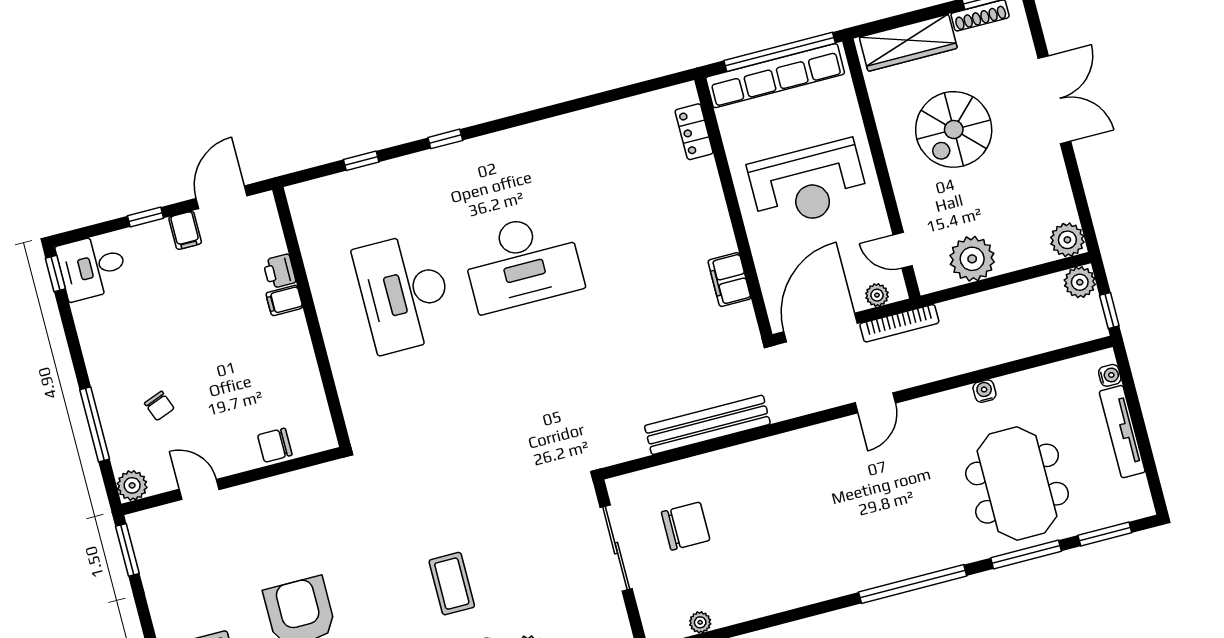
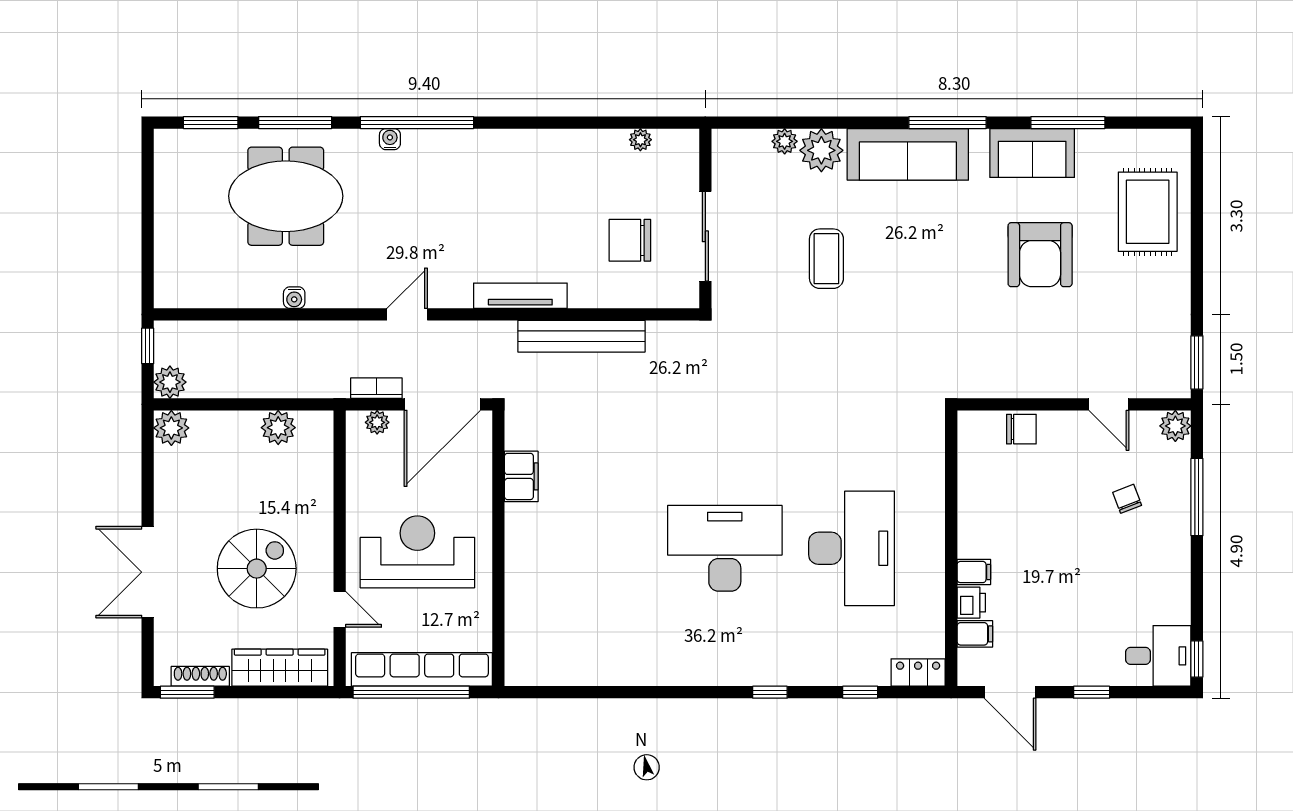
locker: (694, 132) -> (918, 672), moved, turned -90
door: (222, 197) -> (1010, 692), hinge flipped
filing cabinet: (185, 230) -> (975, 634), moved, turned 90
door: (903, 250) -> (340, 609), moved
plant: (972, 259) -> (278, 428), width x0.73, depth x0.73
bookcase: (899, 323) -> (376, 388), width x0.64
water cooler: (1110, 375) -> (390, 139), moved, turned 90
tv unit: (1122, 432) -> (520, 296), moved, turned -90
meeting table: (1017, 484) -> (286, 196), turned 90
coffee table: (452, 584) -> (826, 259), moved

